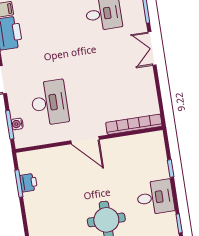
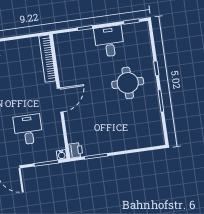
desk: (49, 103) -> (28, 129), width x0.73
water cooler: (17, 124) -> (62, 155), moved
printer: (28, 183) -> (75, 150), moved, turned 90

